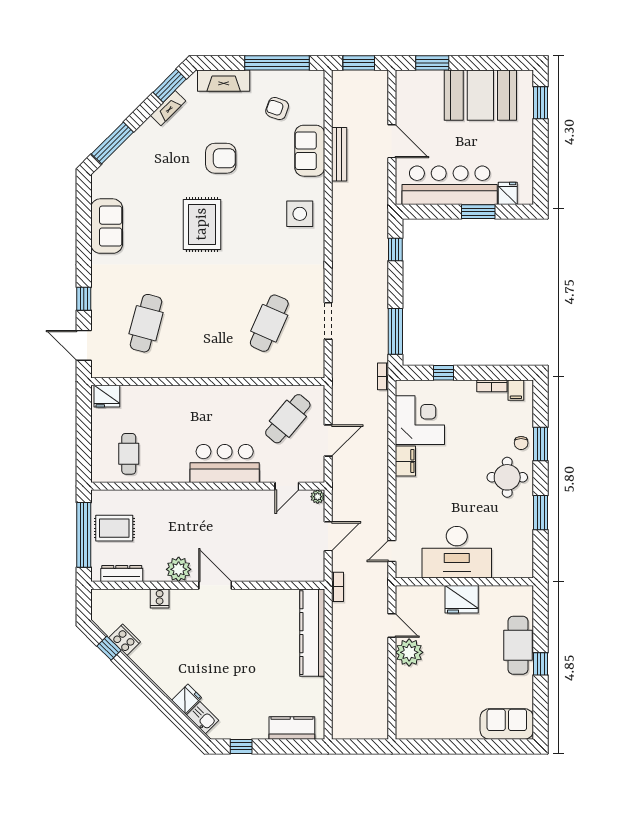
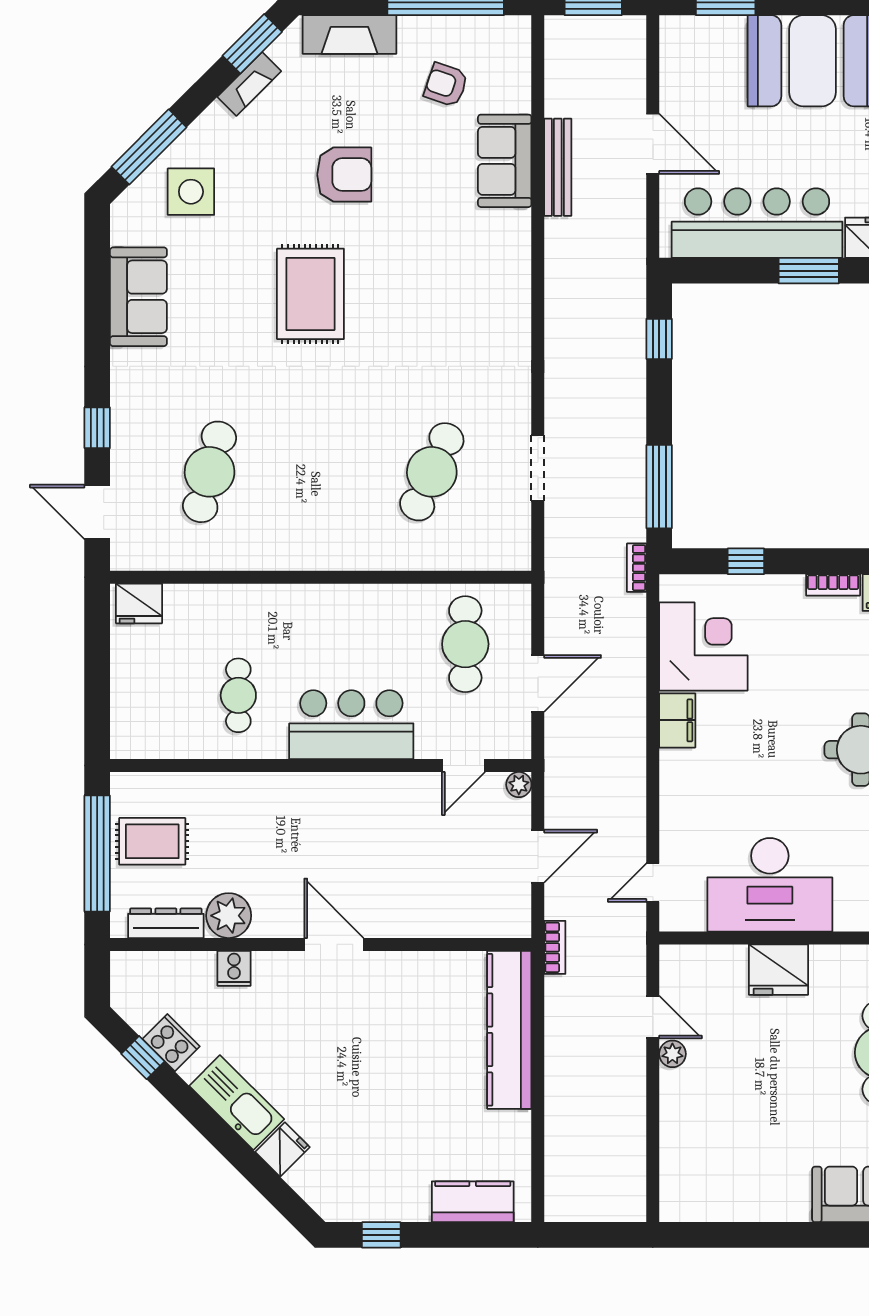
side table: (300, 214) -> (191, 192), moved
cafe table: (288, 419) -> (465, 644), turned -40
cafe table: (129, 454) -> (238, 695), moved
plant: (179, 569) -> (229, 916), moved
plant: (409, 652) -> (672, 1054), width x0.53, depth x0.53
kitchen sink: (203, 718) -> (237, 1103), moved, width x1.87, depth x1.24

